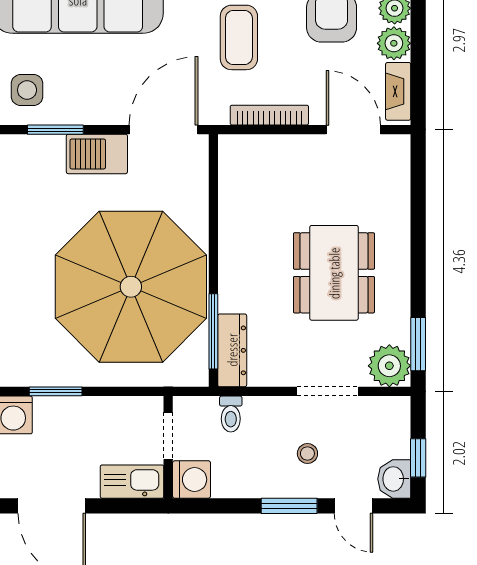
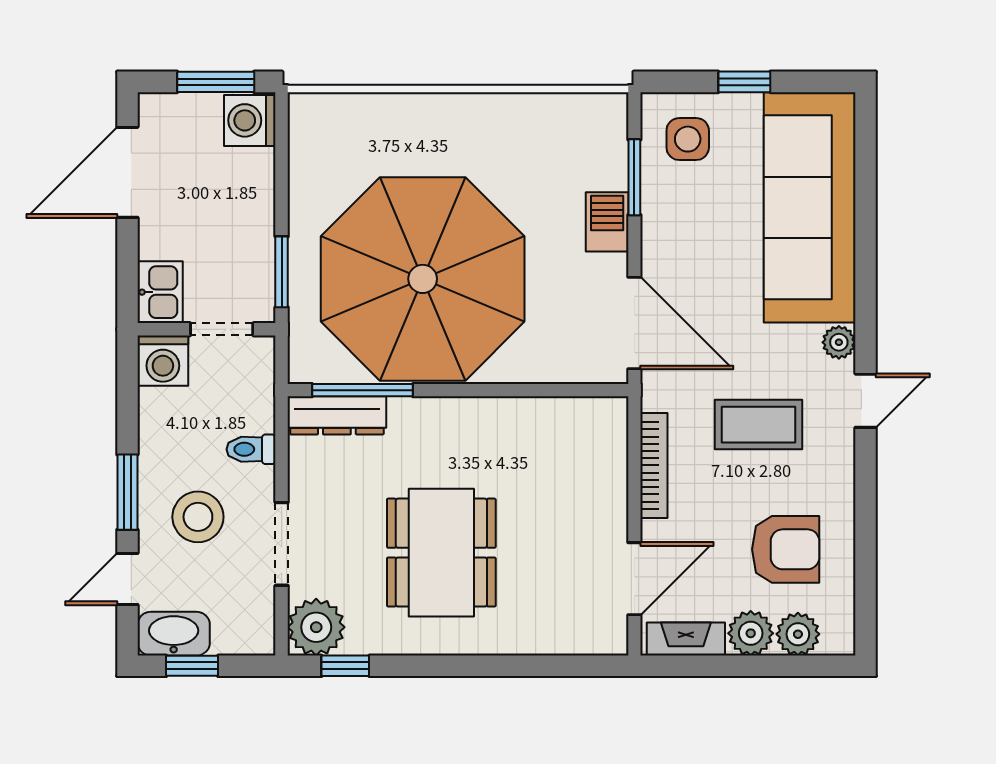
barbecue: (97, 154) -> (607, 222), width x0.73, depth x0.79
dining table: (334, 273) -> (441, 553), turned 90
window: (418, 344) -> (345, 666), width x0.67
window: (56, 391) -> (282, 272), moved
toilet: (231, 414) -> (251, 449), moved
stool: (307, 453) -> (198, 517), width x1.89, depth x1.89
washbasin: (394, 479) -> (174, 634), width x1.38
kitchen sink: (132, 482) -> (160, 292), width x0.73

